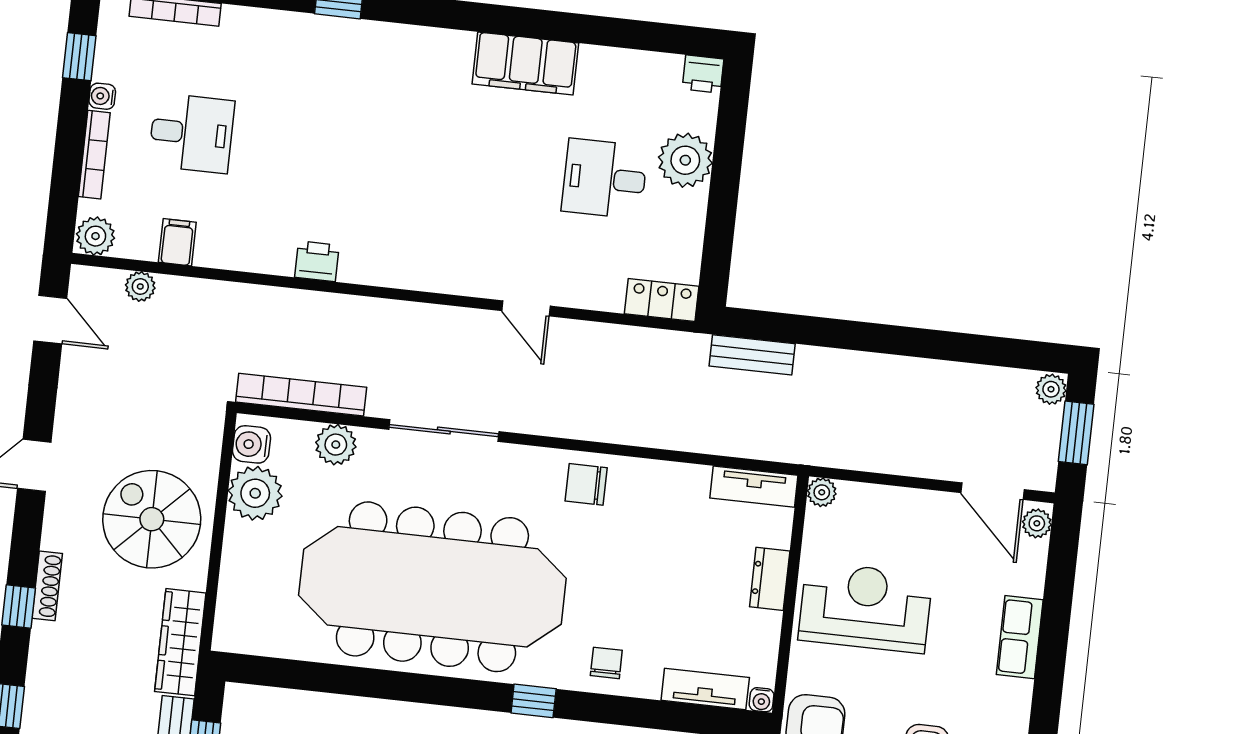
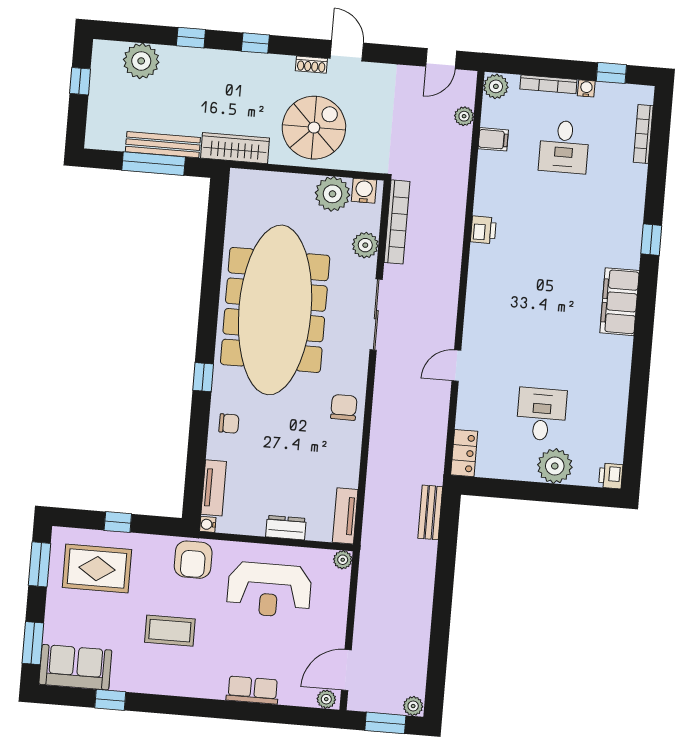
filing cabinet: (525, 63) -> (620, 302), moved
shoe rack: (47, 586) -> (311, 65), moved, width x0.70
reception desk: (865, 607) -> (269, 590), turned 90

